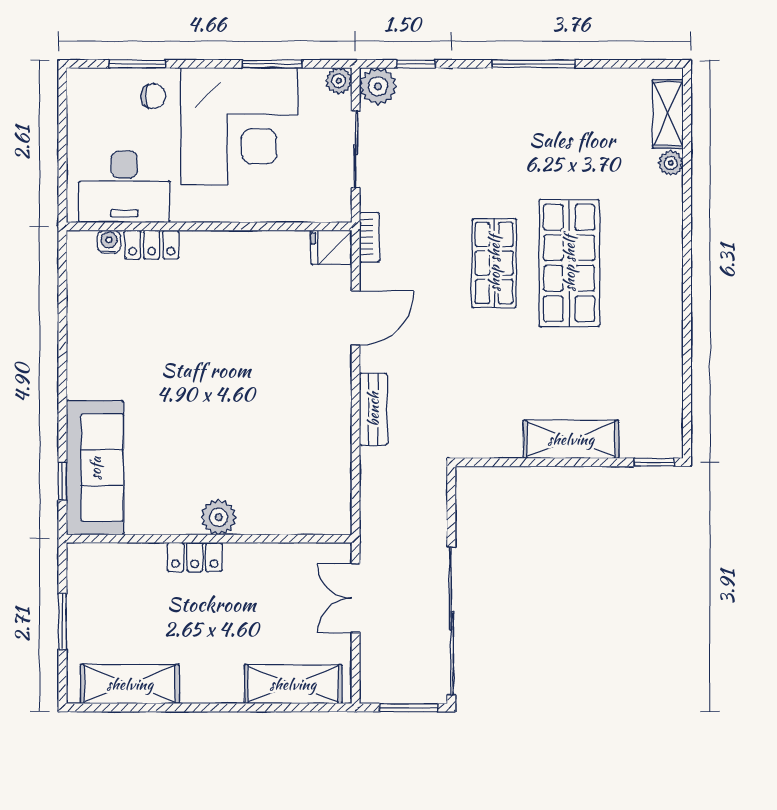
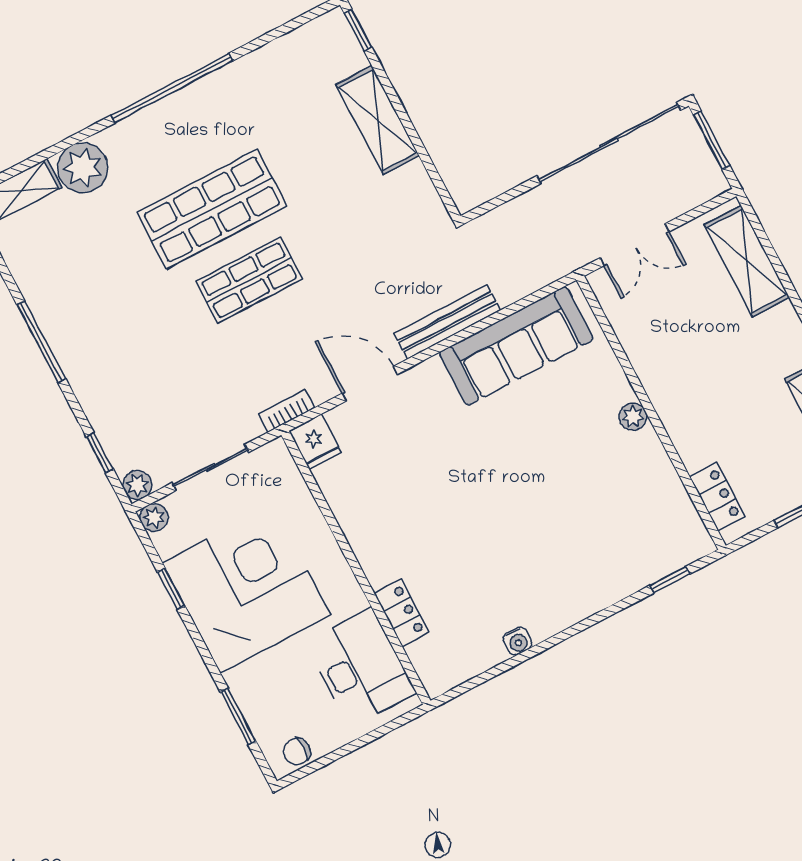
window: (272, 64) -> (171, 589), width x0.67
plant: (378, 86) -> (137, 485), width x0.73, depth x0.73
chair: (153, 96) -> (297, 751), moved, turned -90
plant: (671, 163) -> (83, 168), width x1.87, depth x1.87
water cooler: (109, 242) -> (518, 641), moved, turned -90
window: (687, 283) -> (172, 88), added
bench: (373, 409) -> (447, 322), width x1.36
sofa: (95, 468) -> (516, 346), moved, turned 180
plant: (219, 517) -> (633, 417), width x0.73, depth x0.73
locker: (195, 557) -> (717, 497), moved

